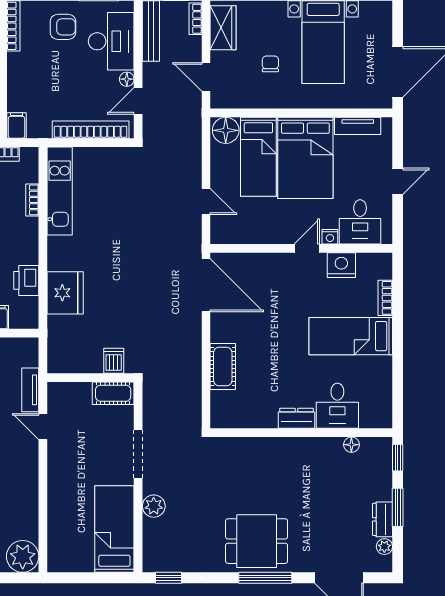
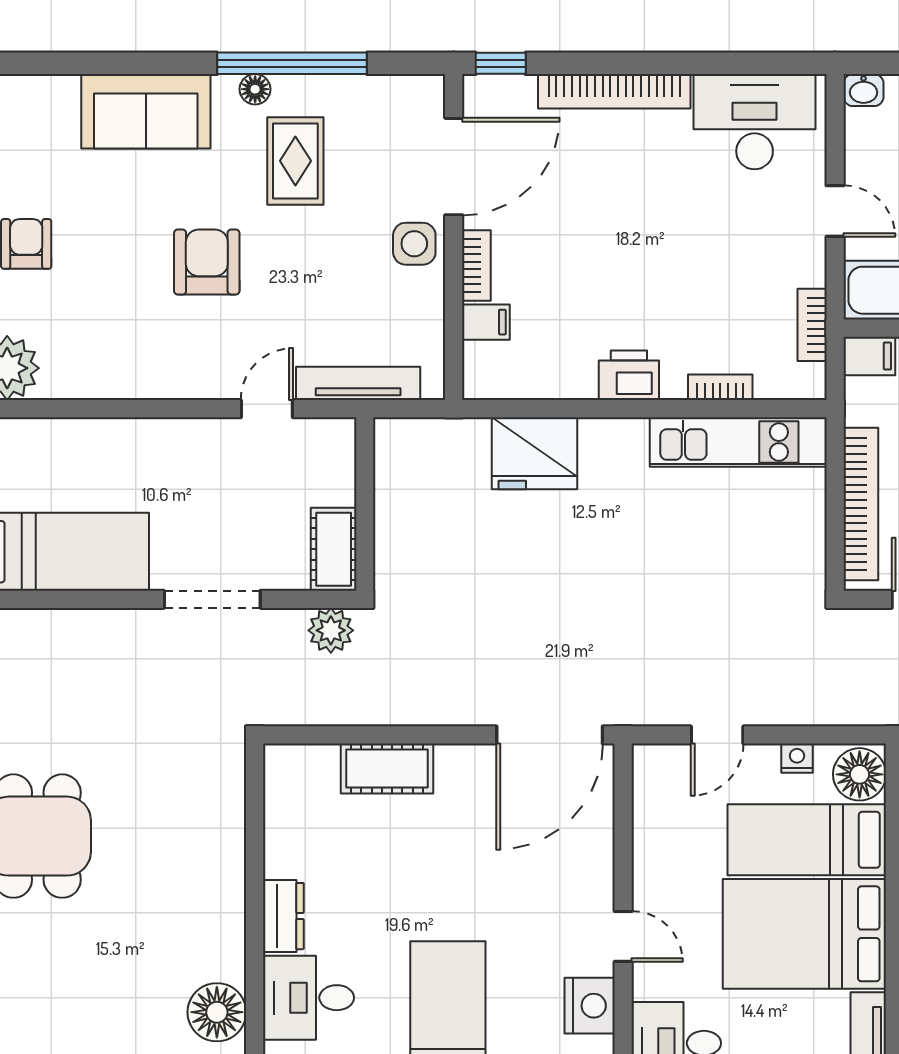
nightstand: (330, 237) -> (797, 758), moved, turned 90
printer: (26, 280) -> (629, 375), moved
dishwasher: (114, 361) -> (399, 550), removed
tv unit: (30, 390) -> (358, 383), width x1.41
floor lamp: (351, 445) -> (217, 1012), width x1.89, depth x1.89
plant: (154, 506) -> (331, 630), moved

